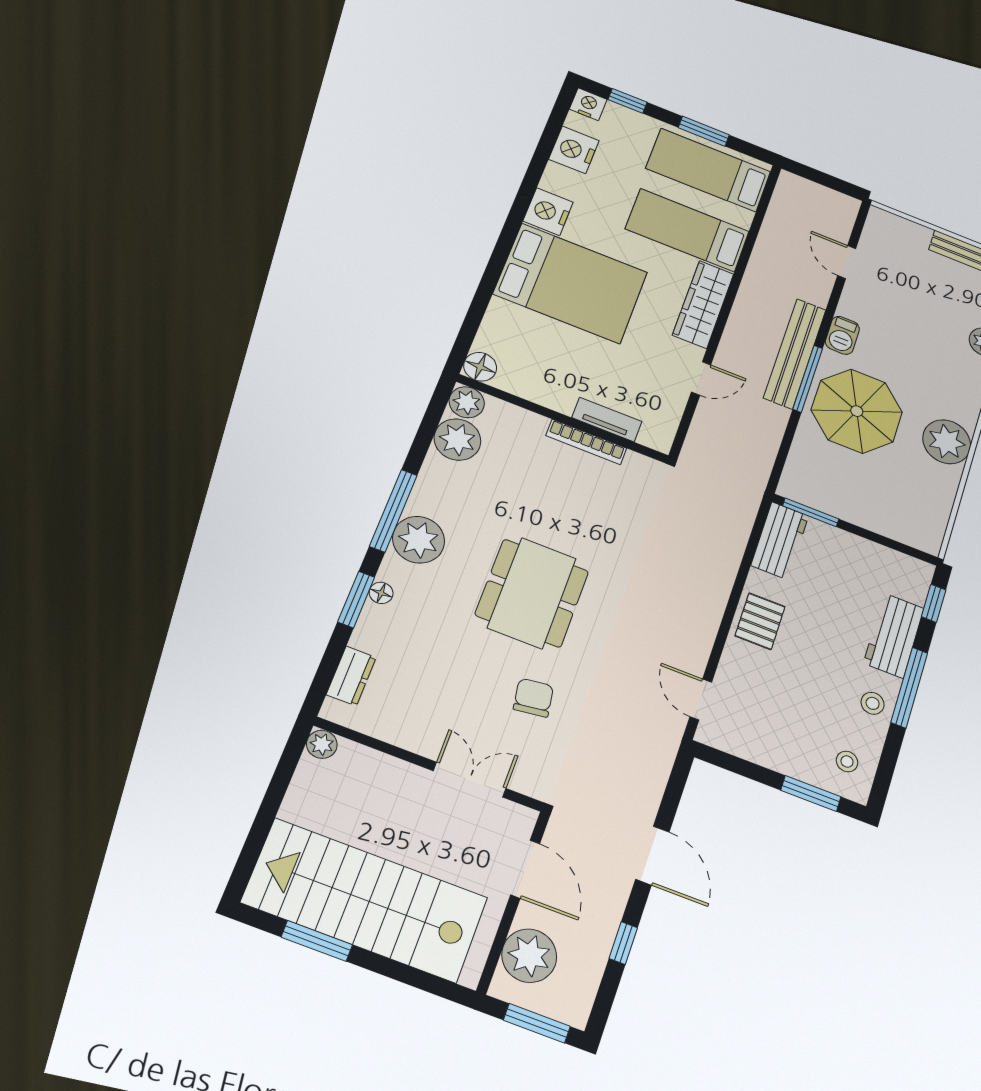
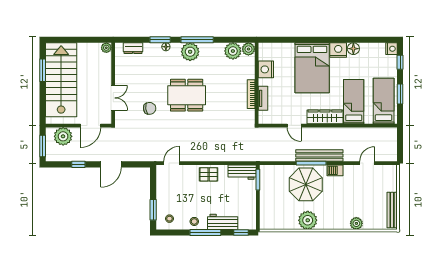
nightstand: (574, 150) -> (266, 69), moved, turned -90
floor lamp: (480, 367) -> (353, 49), moved

